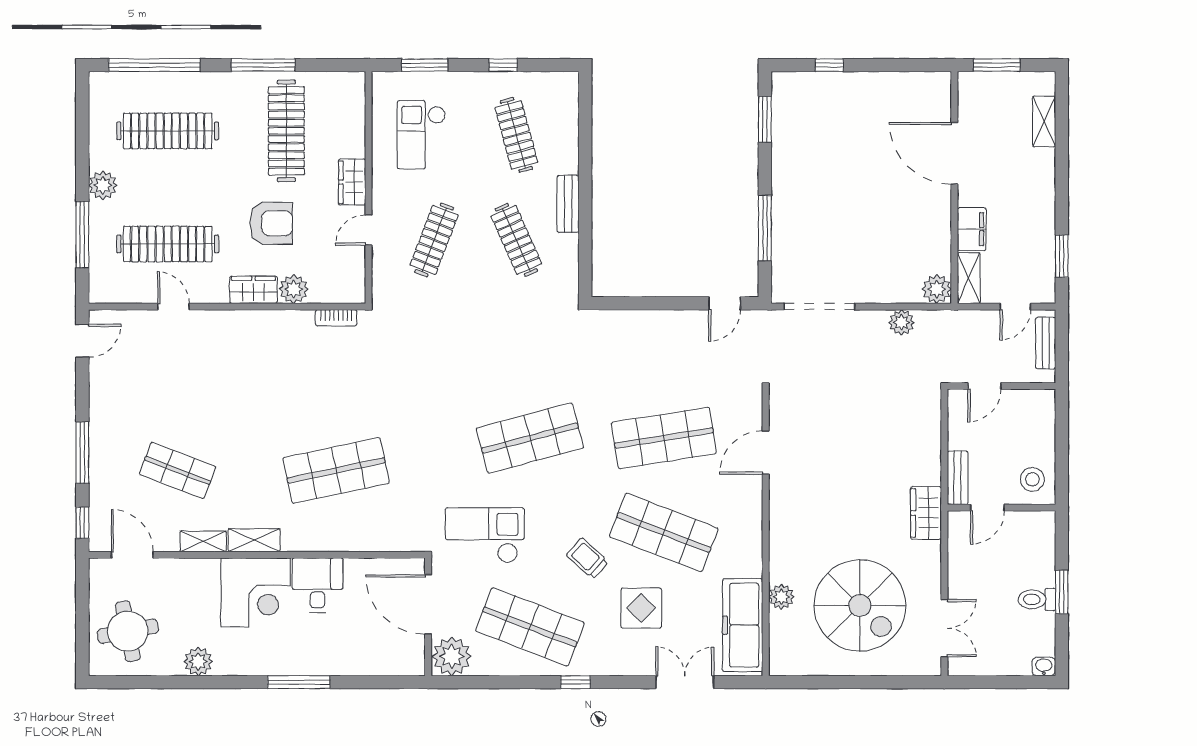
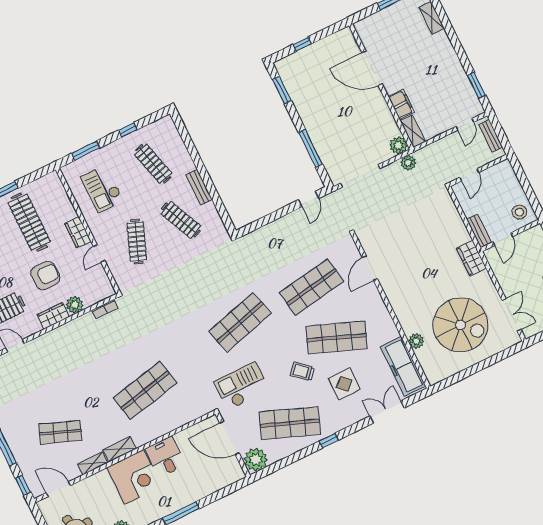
door: (954, 153) -> (372, 68), moved
wall: (954, 187) -> (381, 87), moved
filing cabinet: (972, 229) -> (401, 104), moved
shelving: (969, 278) -> (413, 131), moved
plant: (937, 289) -> (398, 145), moved

